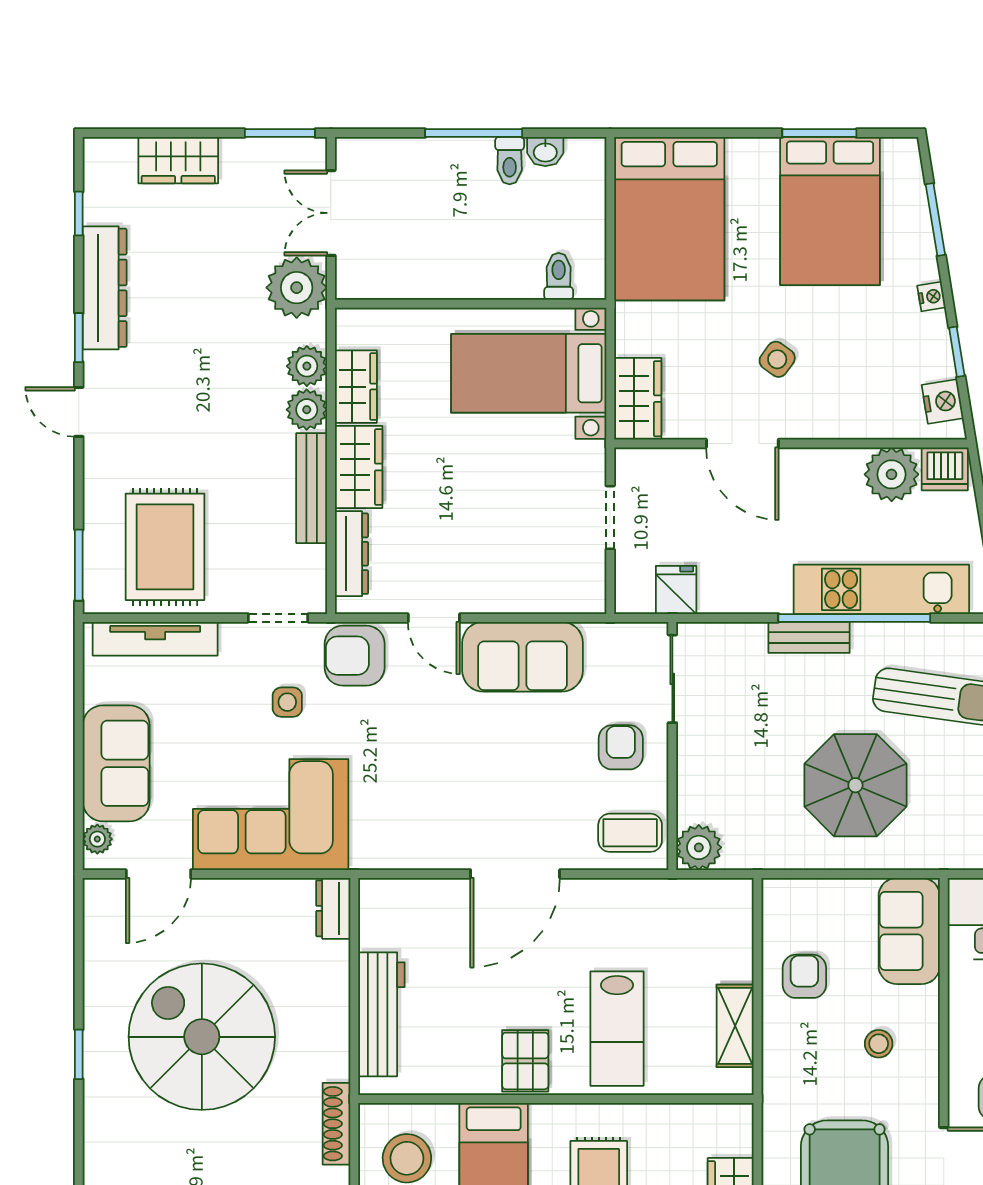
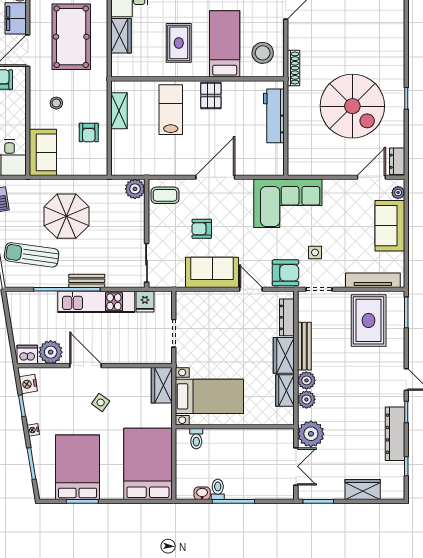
door: (742, 443) -> (85, 366), moved
kitchen unit: (881, 589) -> (96, 302), moved
armchair: (621, 747) -> (202, 229), moved, turned 90
corner sofa: (271, 815) -> (288, 203), moved
dresser: (333, 908) -> (397, 161), moved, turned 180

